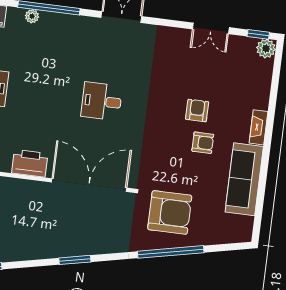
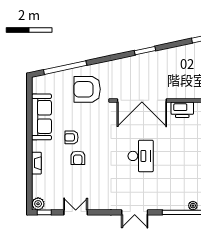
desk: (102, 101) -> (141, 156), width x1.37
fireplace: (259, 127) -> (36, 163), moved
window: (171, 252) -> (65, 68), moved

